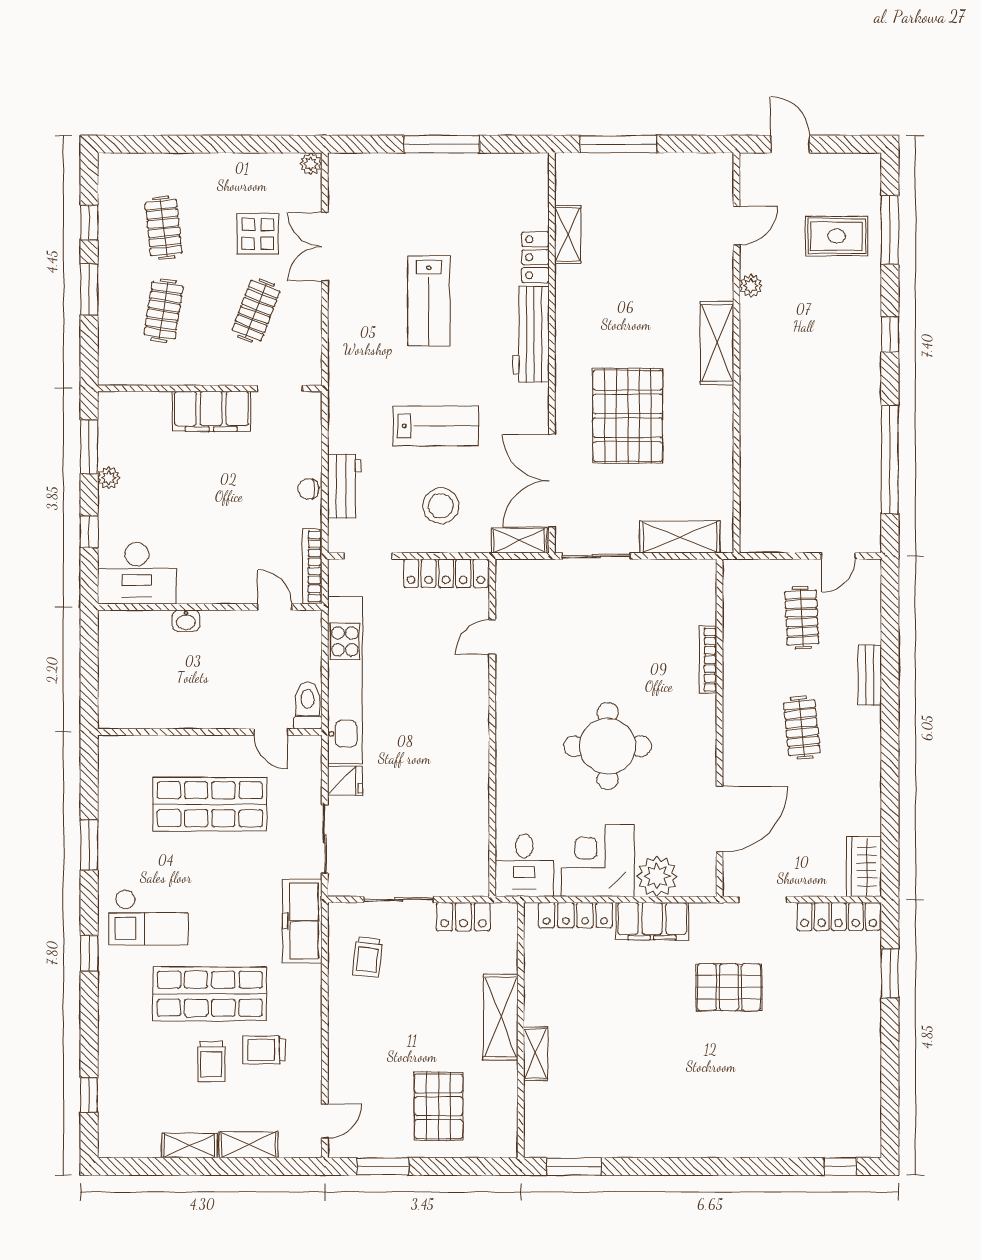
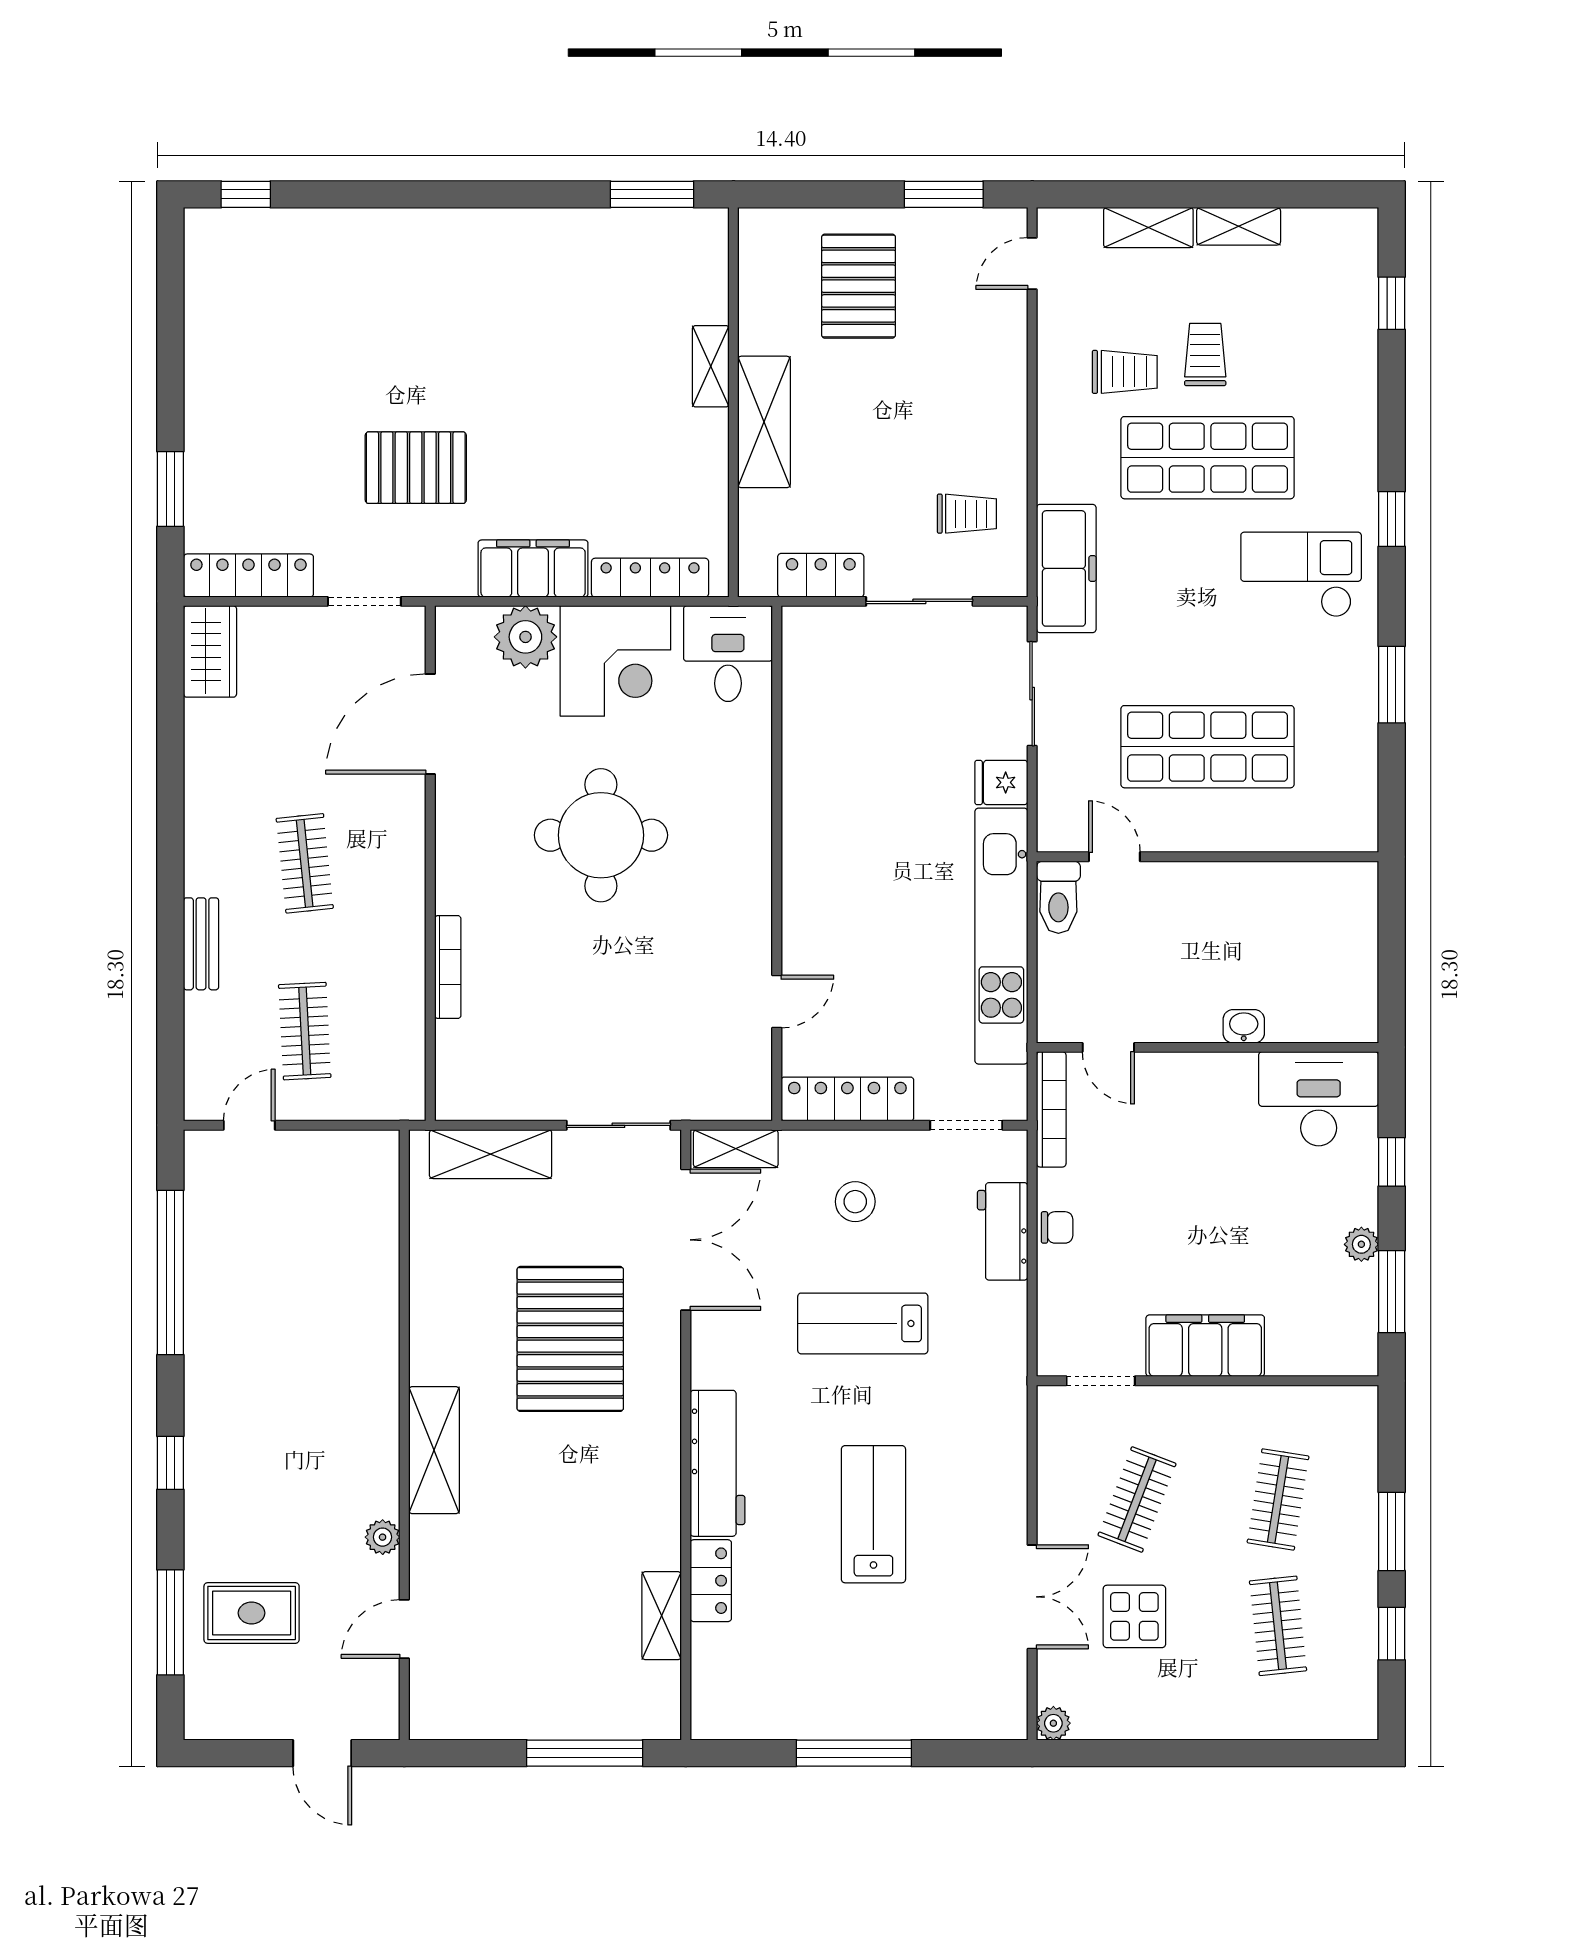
stool: (441, 506) -> (855, 1202), width x0.73, depth x0.73
trolley: (368, 957) -> (967, 514), turned 84

